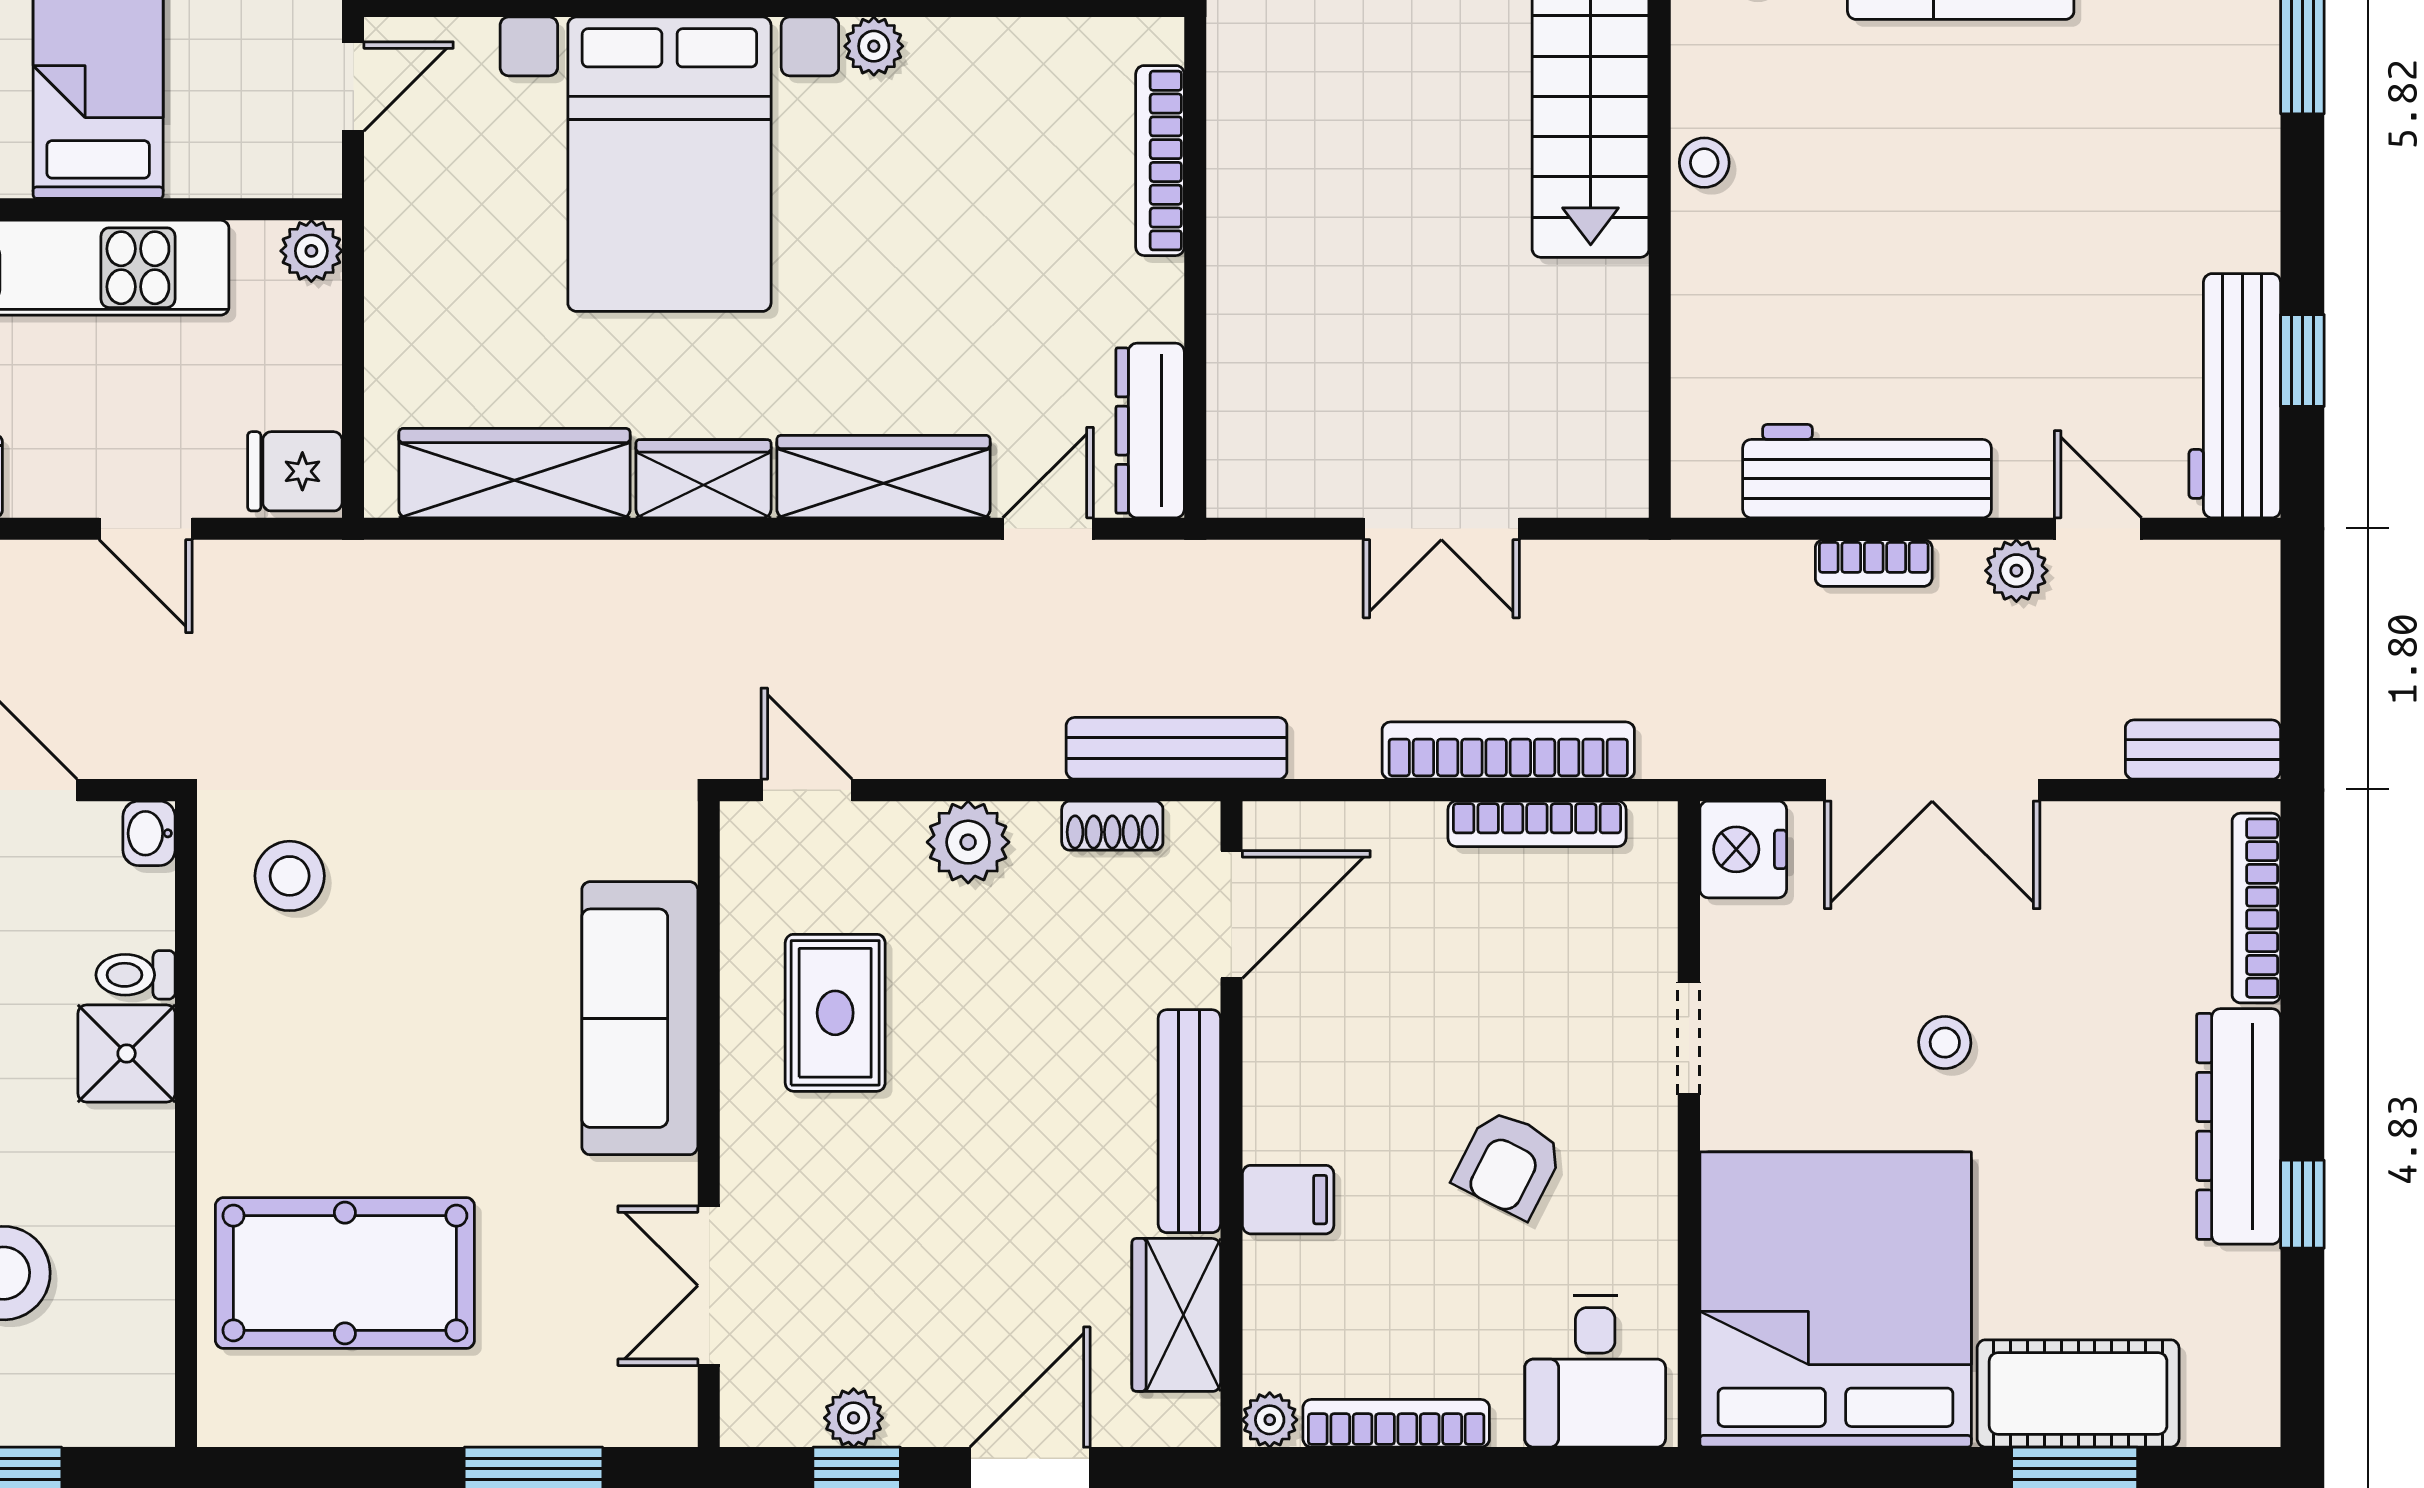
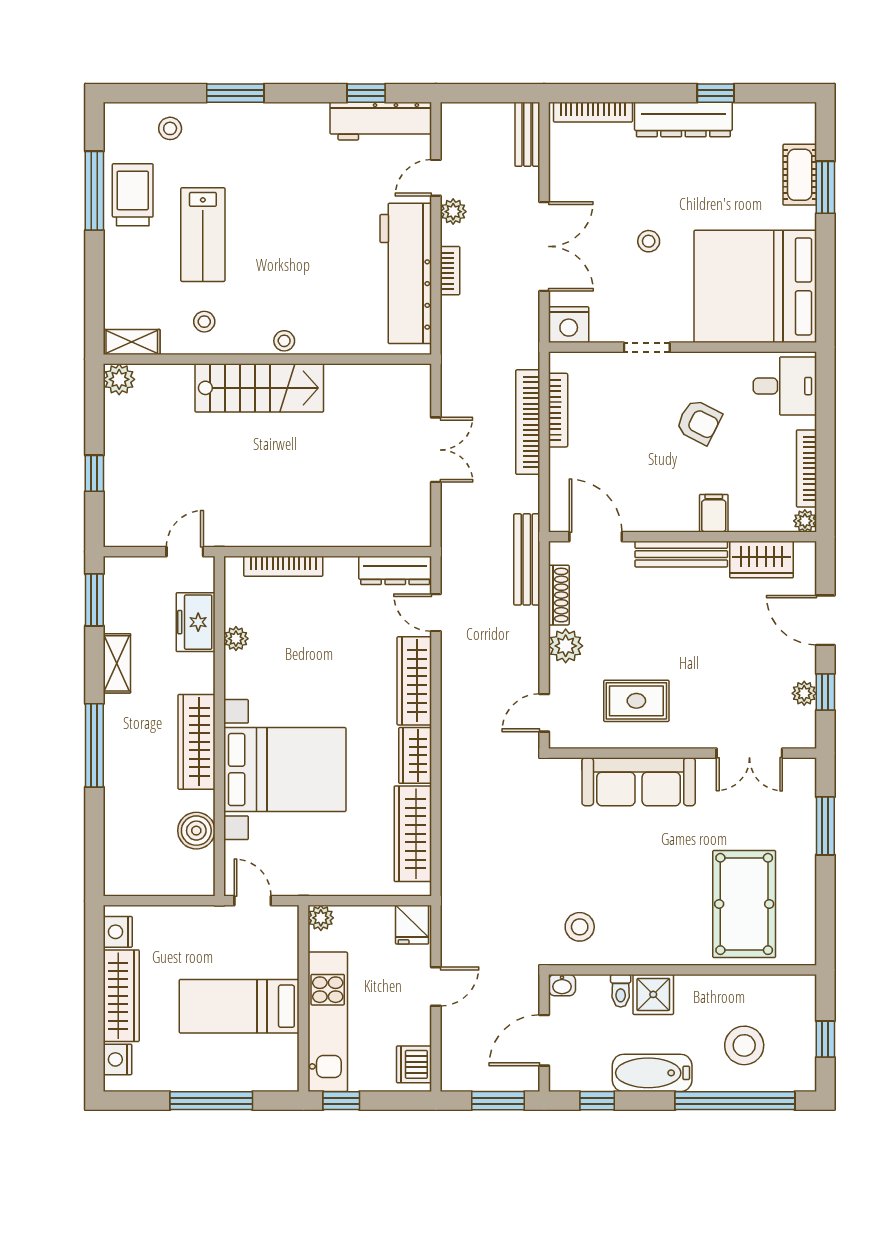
plant: (874, 46) -> (236, 639), moved
workbench: (1867, 471) -> (406, 273), width x1.36, depth x1.32
shoe rack: (1112, 826) -> (559, 595), width x1.43
cot: (2078, 1393) -> (800, 175), width x0.73, depth x0.75

